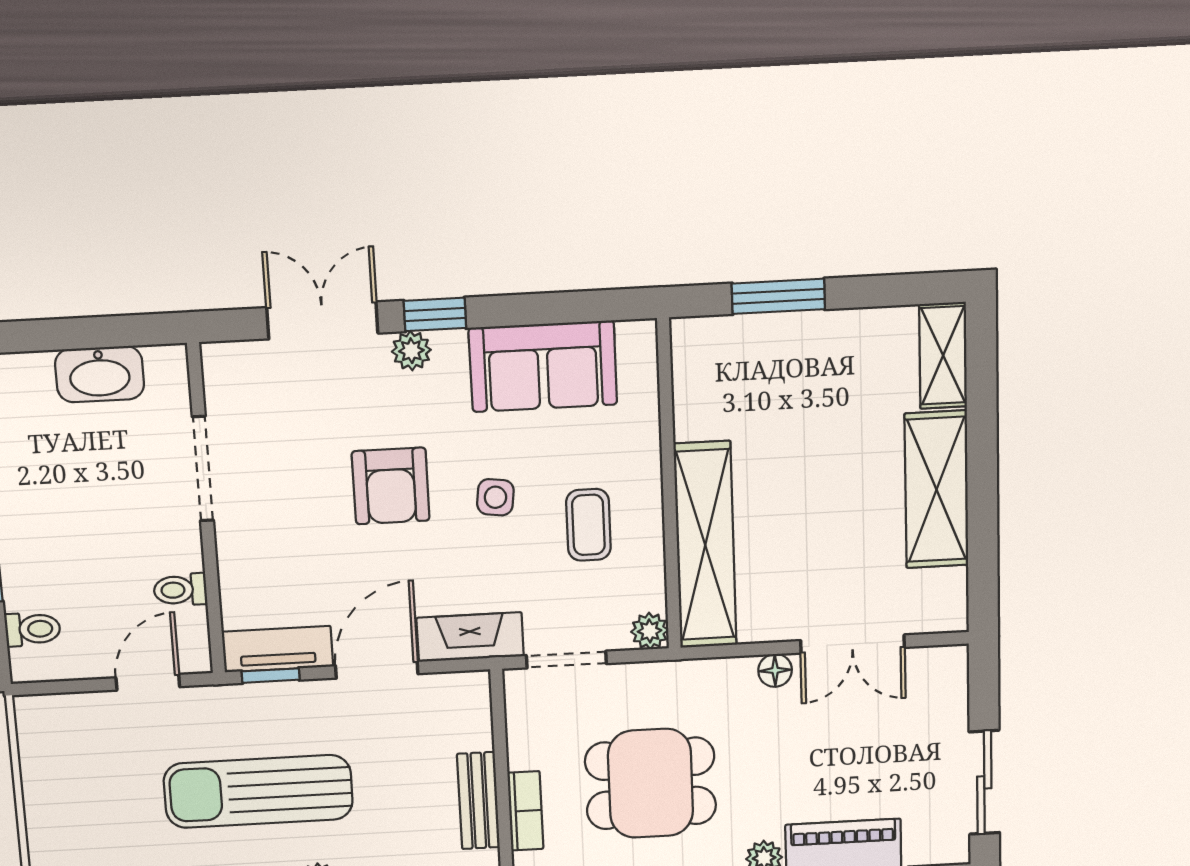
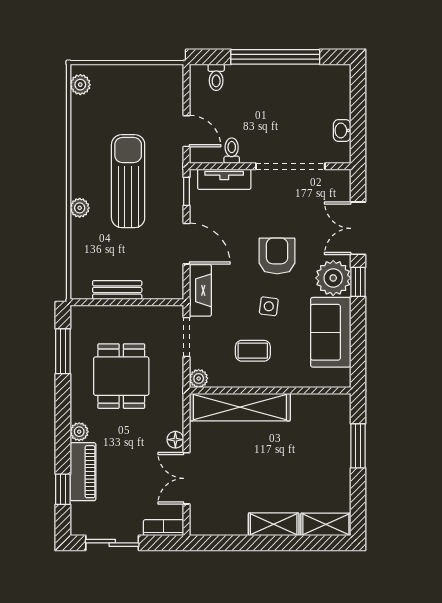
double door: (322, 320) -> (358, 228), swing flipped
plant: (411, 351) -> (333, 278), width x1.87, depth x1.87
washbasin: (100, 374) -> (342, 130), width x0.52, depth x0.69
doorway: (203, 469) -> (290, 166), width x1.36
armchair: (391, 486) -> (277, 256), turned 90
shelving: (937, 490) -> (274, 524), width x0.67, depth x0.75
tv unit: (278, 649) -> (224, 179), moved, turned 90
bookcase: (525, 811) -> (164, 528), moved, turned 180

